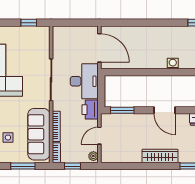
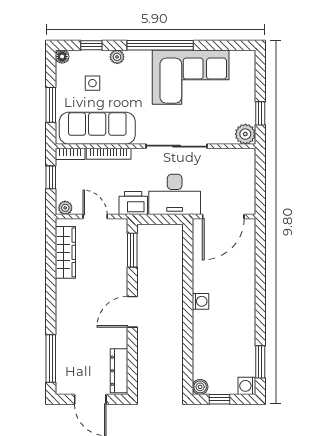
plant: (43, 33) -> (245, 134), added
washing machine: (173, 63) -> (201, 301), moved
wardrobe: (160, 156) -> (65, 252), moved

